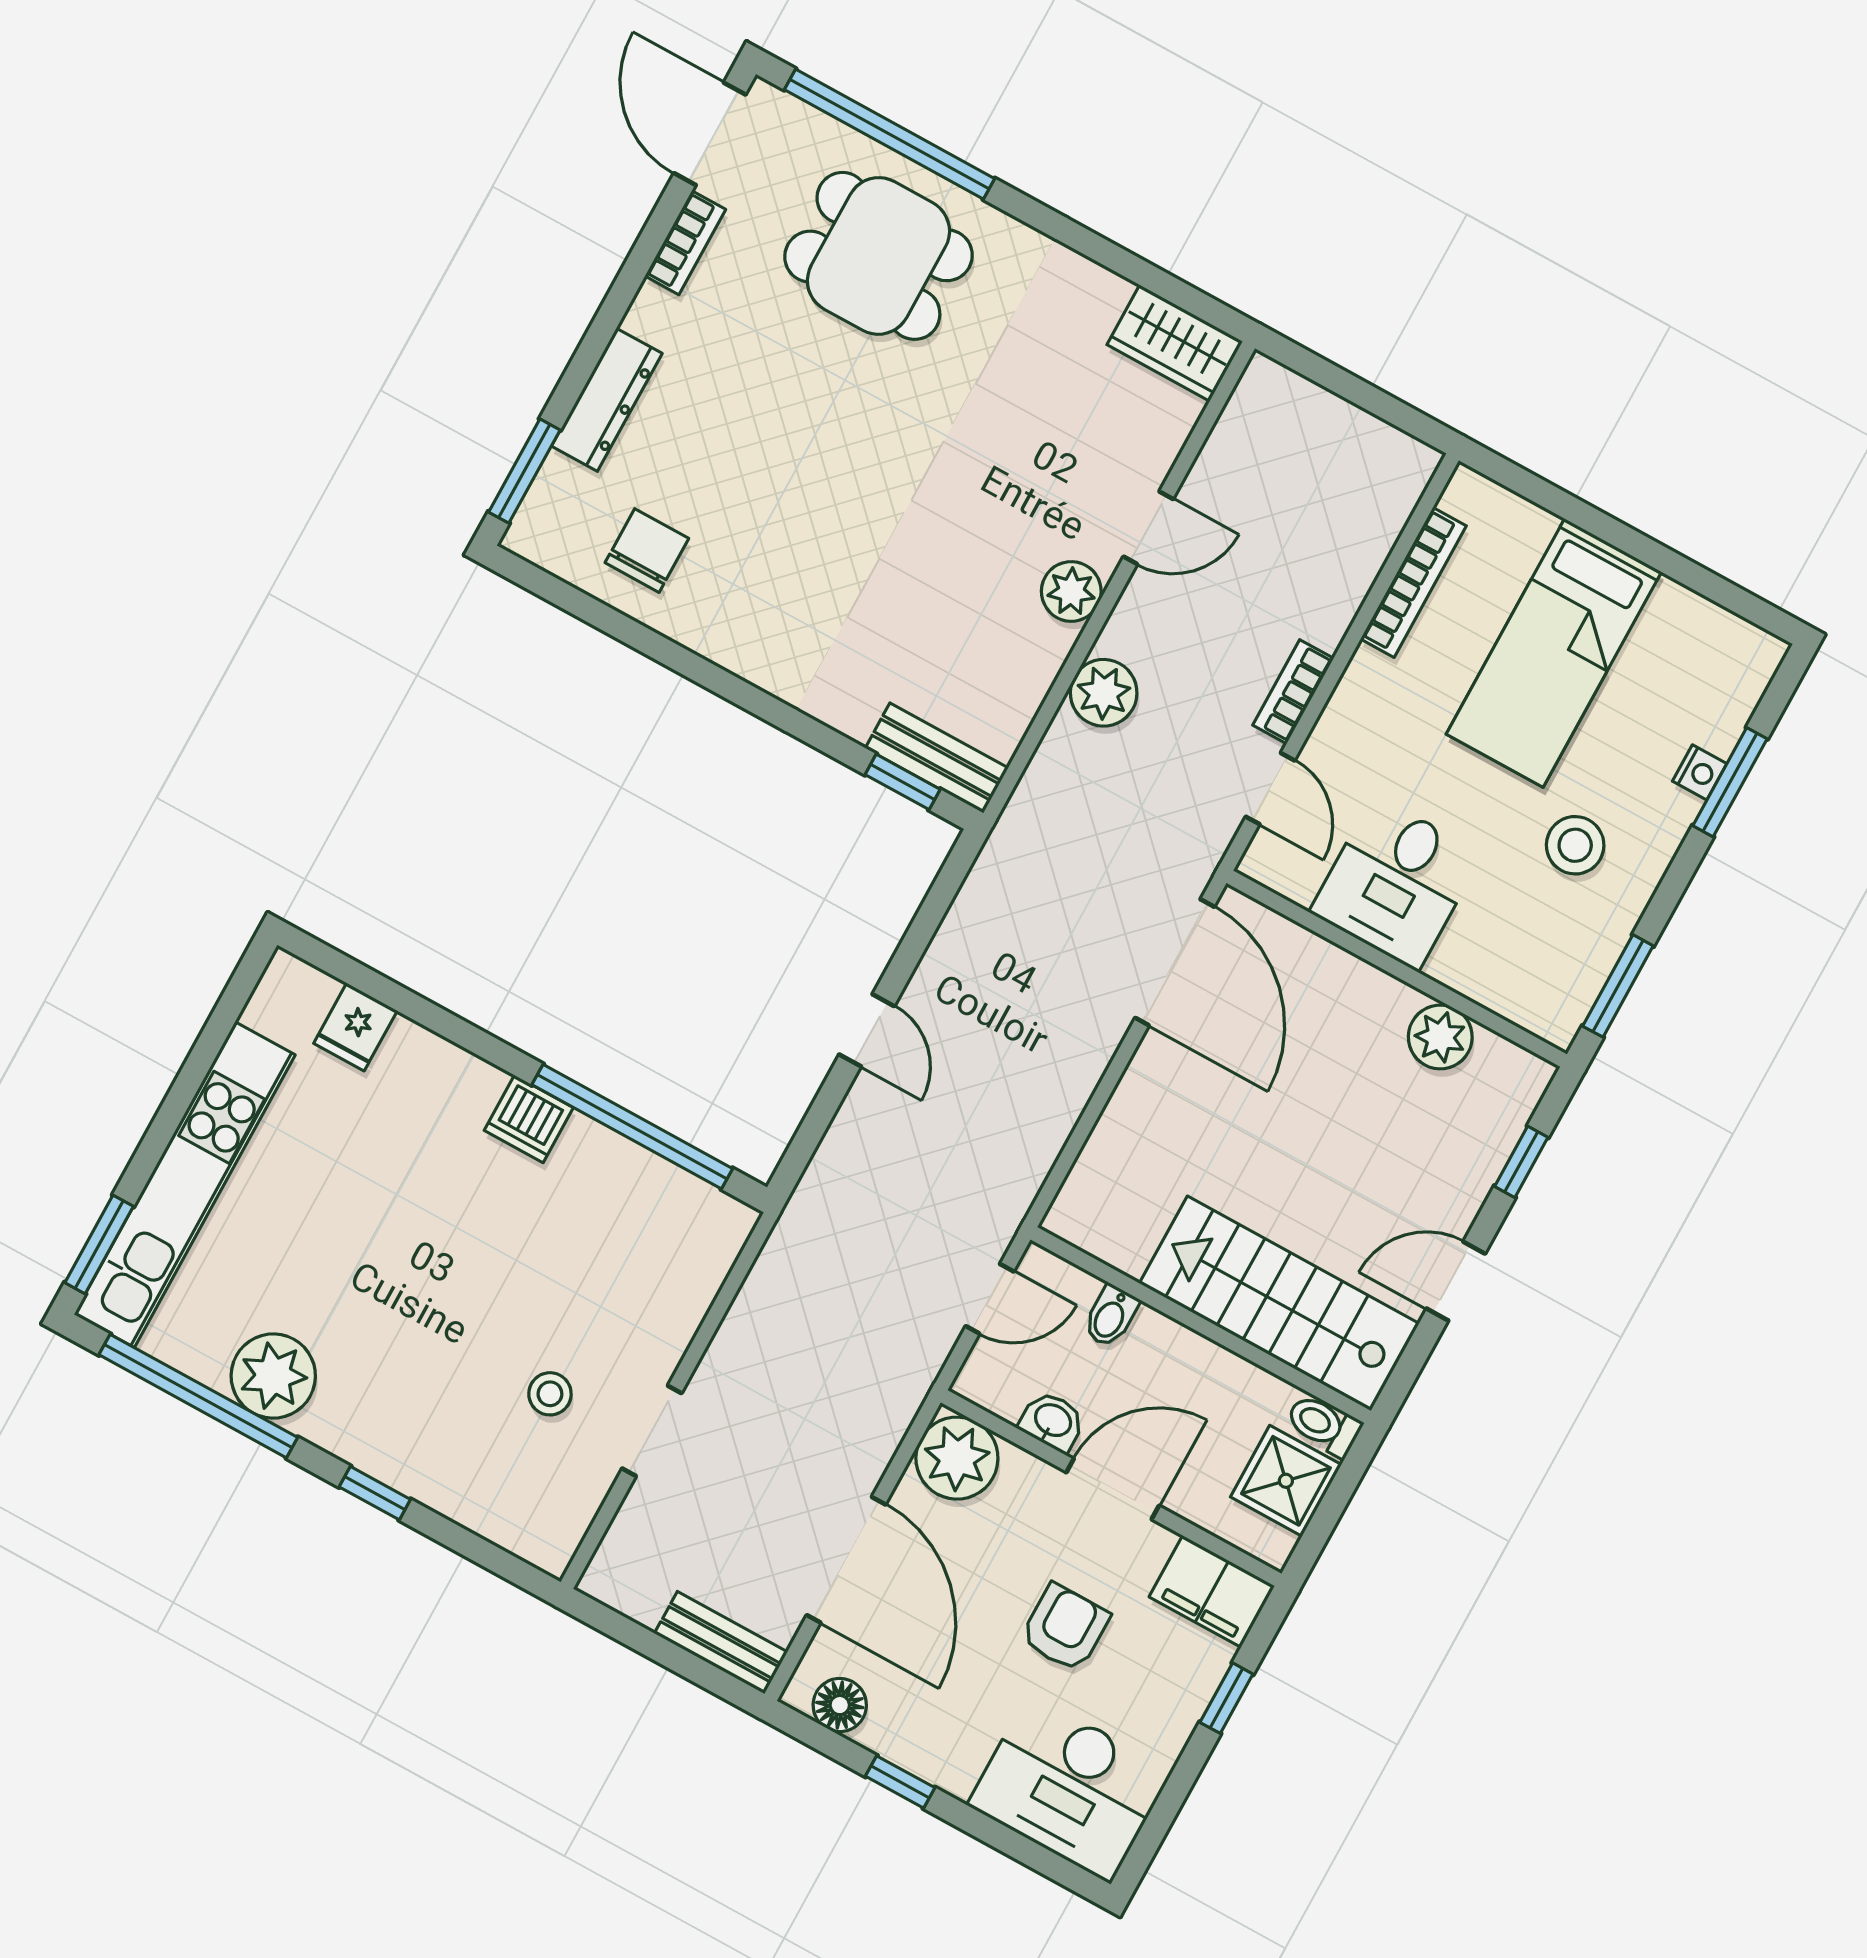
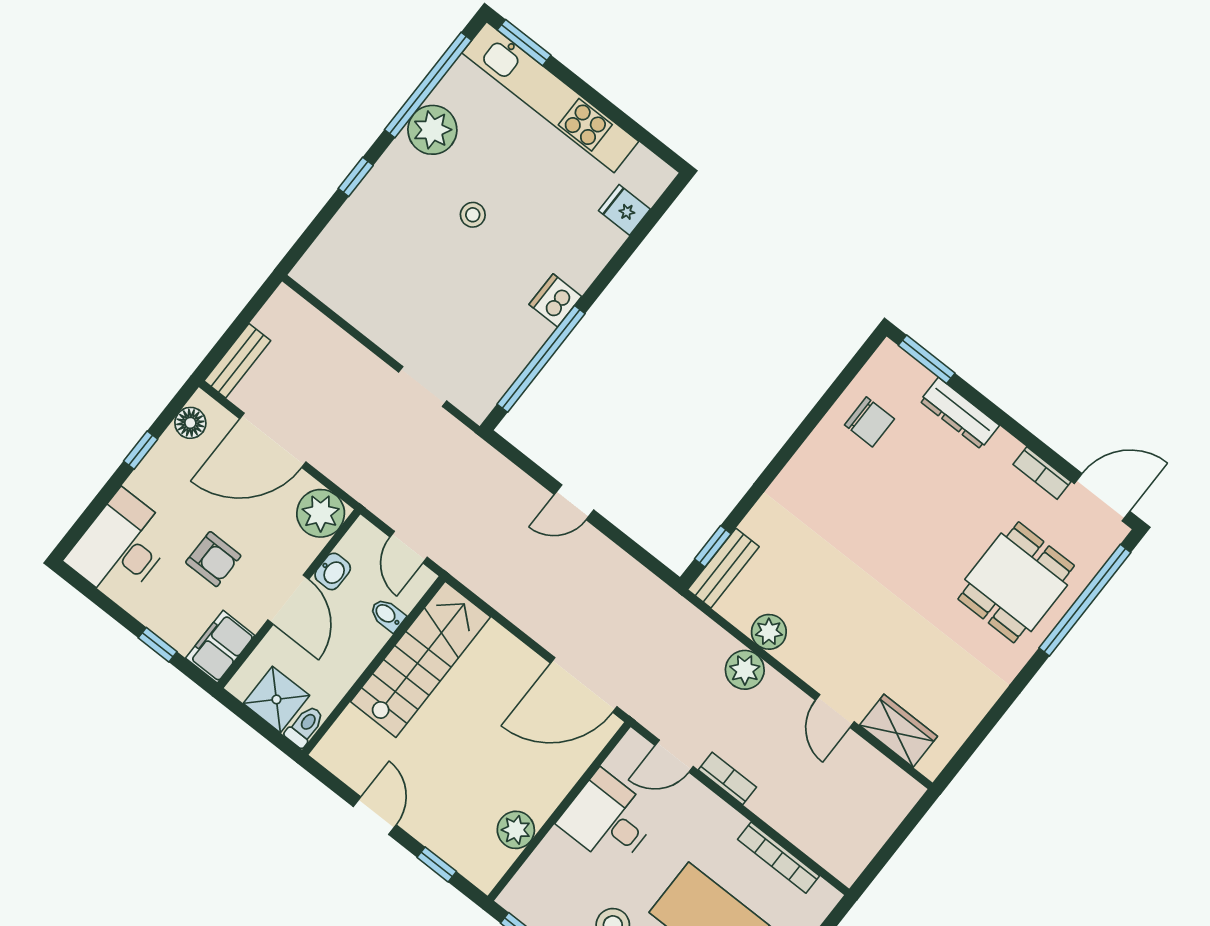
wardrobe: (1175, 343) -> (899, 731), moved, turned 90
plant: (1071, 591) -> (769, 632), moved
stairs: (1279, 1303) -> (420, 659), moved
stool: (550, 1394) -> (473, 215), moved
doorway: (652, 1431) -> (423, 387), moved

